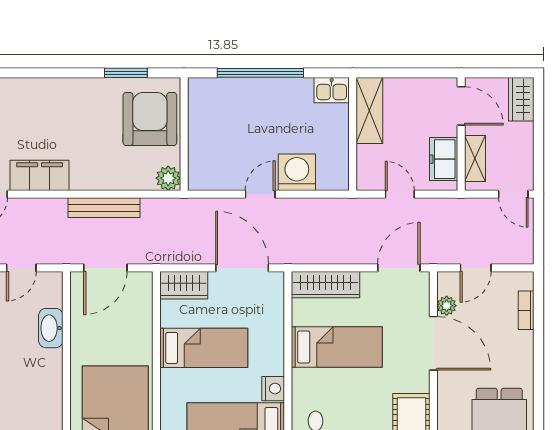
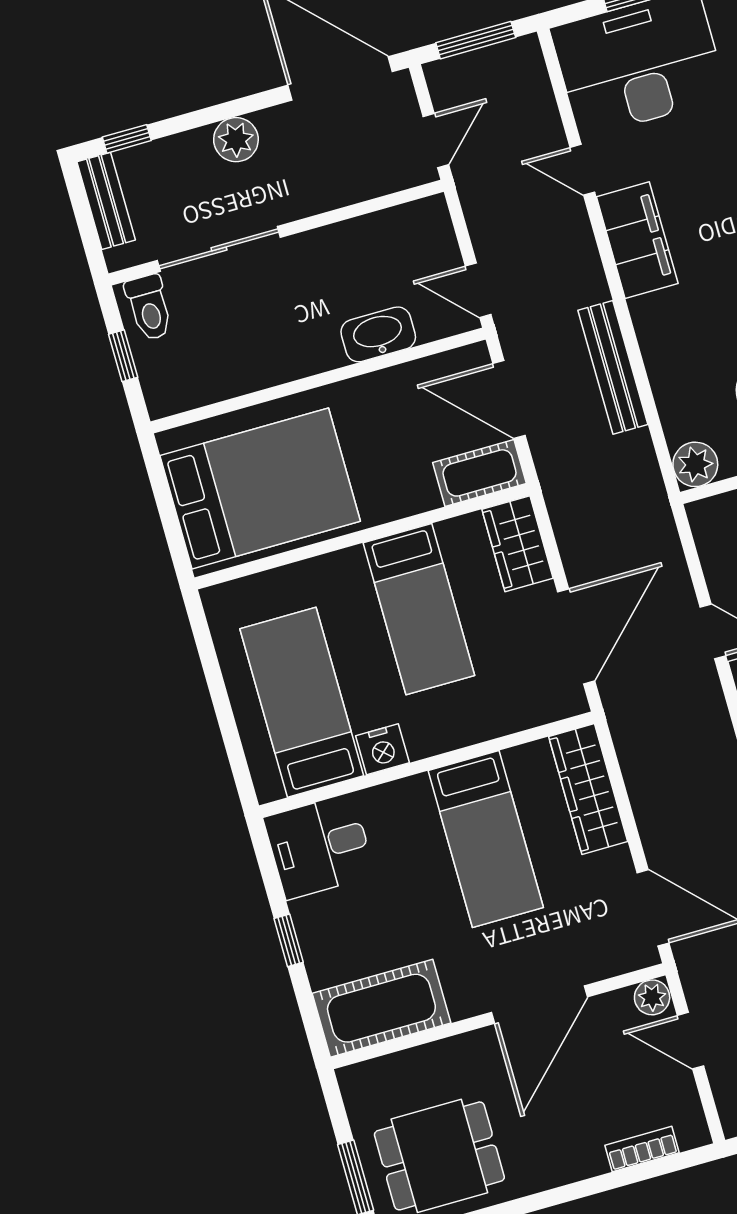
door: (21, 268) -> (478, 290), moved
cot: (140, 295) -> (480, 473), added
plant: (447, 306) -> (652, 997), moved

